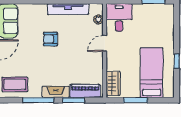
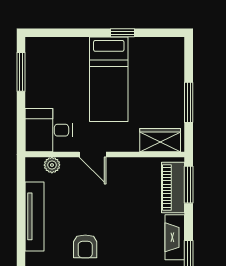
bed: (152, 73) -> (109, 79), moved, turned -90
window: (74, 100) -> (189, 185), moved

